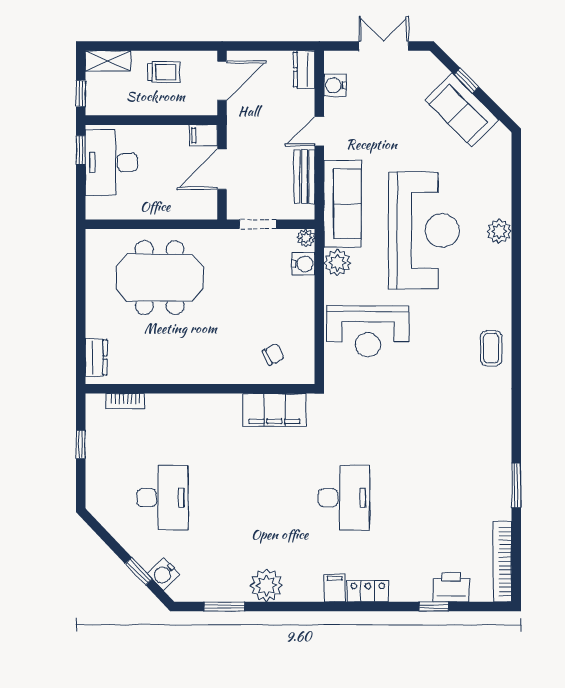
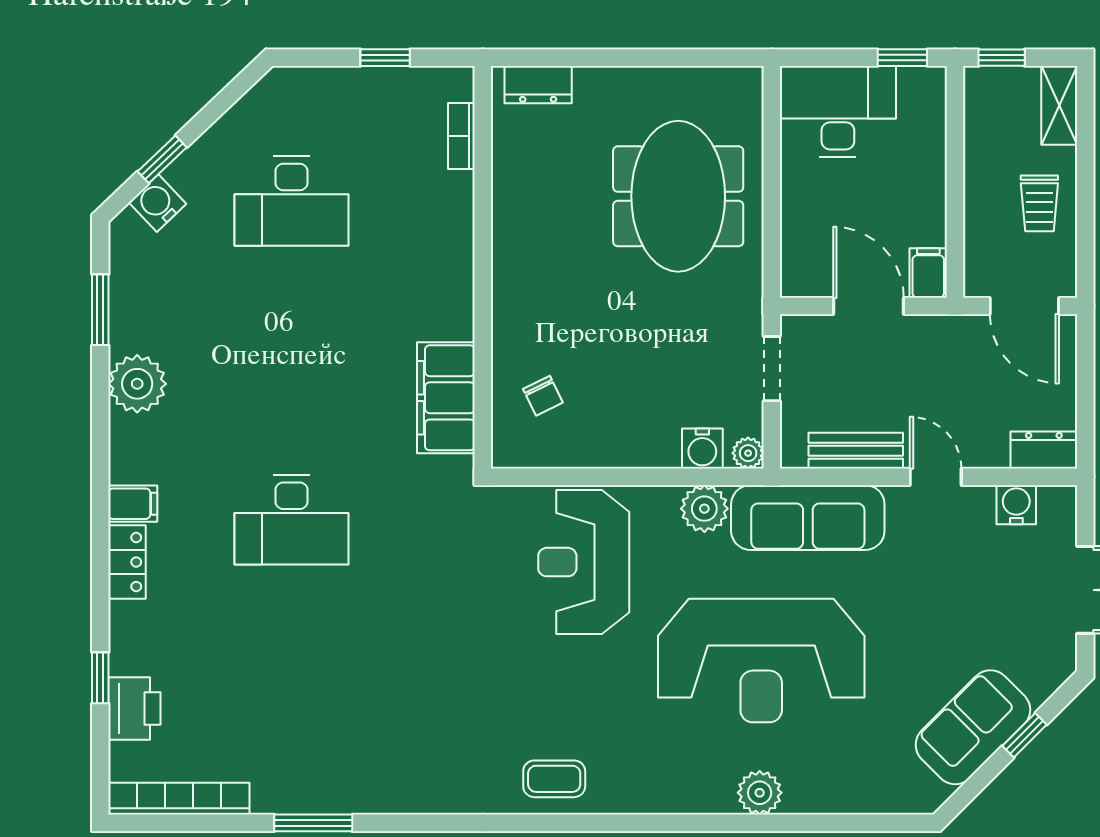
desk: (111, 162) -> (838, 111), moved

